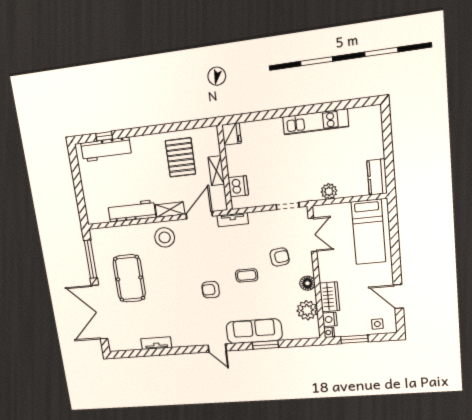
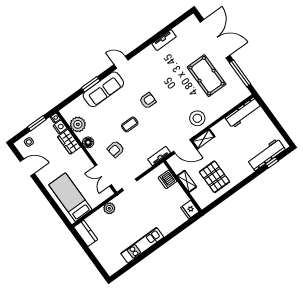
workbench: (132, 211) -> (243, 113), moved
door: (199, 215) -> (182, 146), hinge flipped

